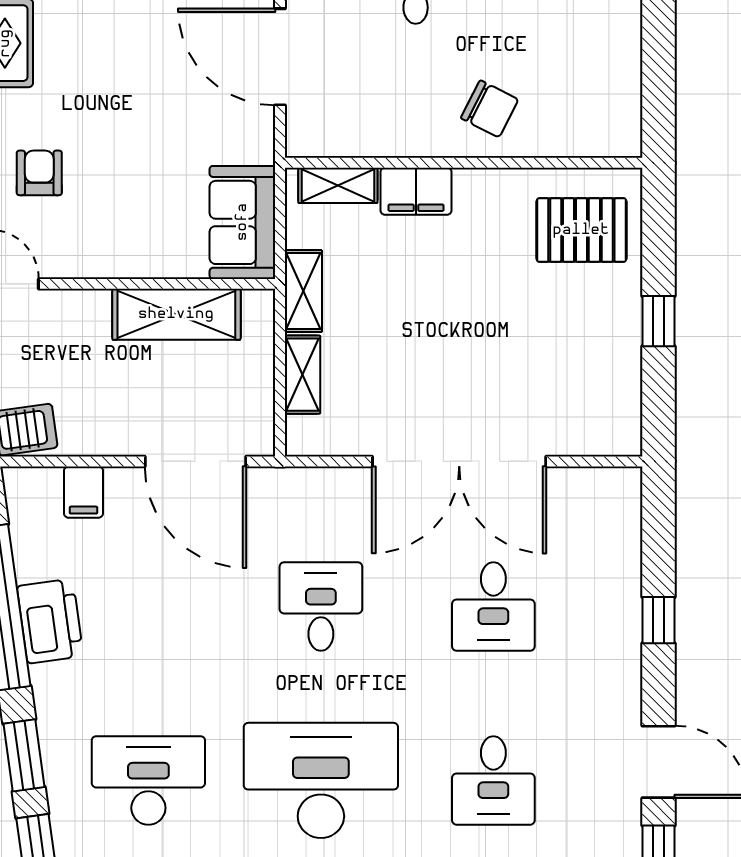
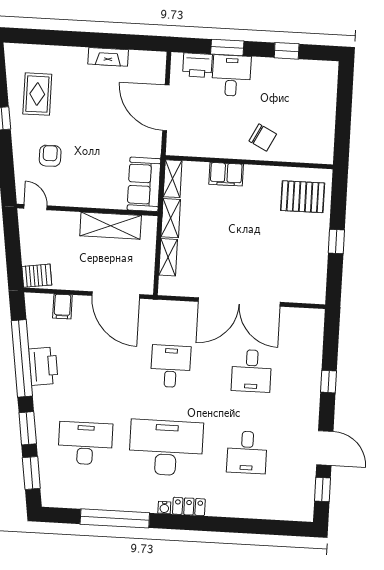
shelving: (338, 185) -> (173, 179), moved, turned 90

